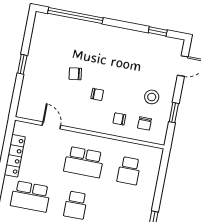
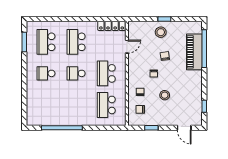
piano: (77, 31) -> (194, 52), added
stool: (40, 73) -> (161, 32), added
stool: (152, 97) -> (165, 95), moved
locker: (15, 156) -> (112, 26), moved
school desk: (129, 171) -> (106, 105), width x1.85

